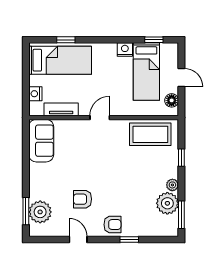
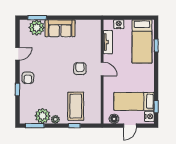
nightstand: (125, 50) -> (149, 116), moved
coffee table: (150, 134) -> (76, 106), moved
sofa: (41, 141) -> (60, 28), moved
armchair: (83, 199) -> (80, 69), moved

